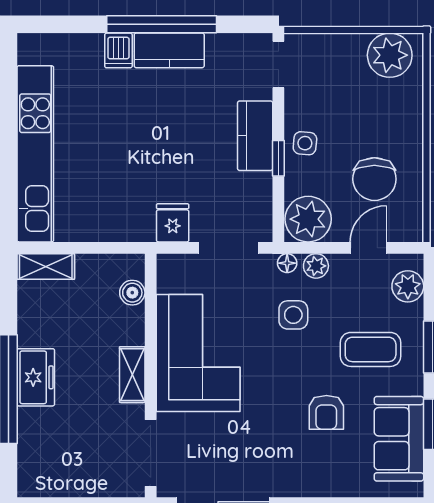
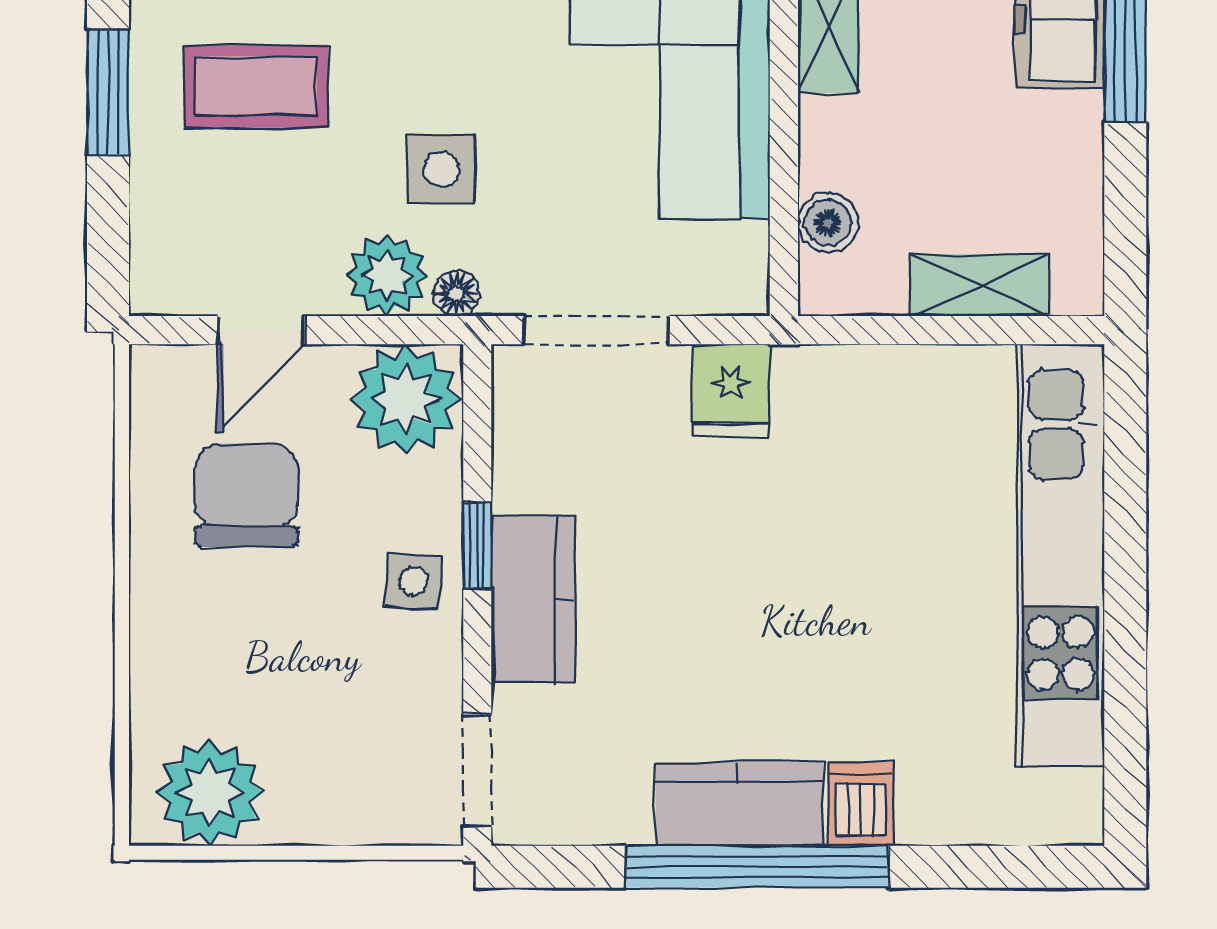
plant: (316, 266) -> (387, 275), width x1.38, depth x1.38
shelving: (46, 267) -> (980, 285), moved
plant: (408, 286) -> (167, 238), removed

